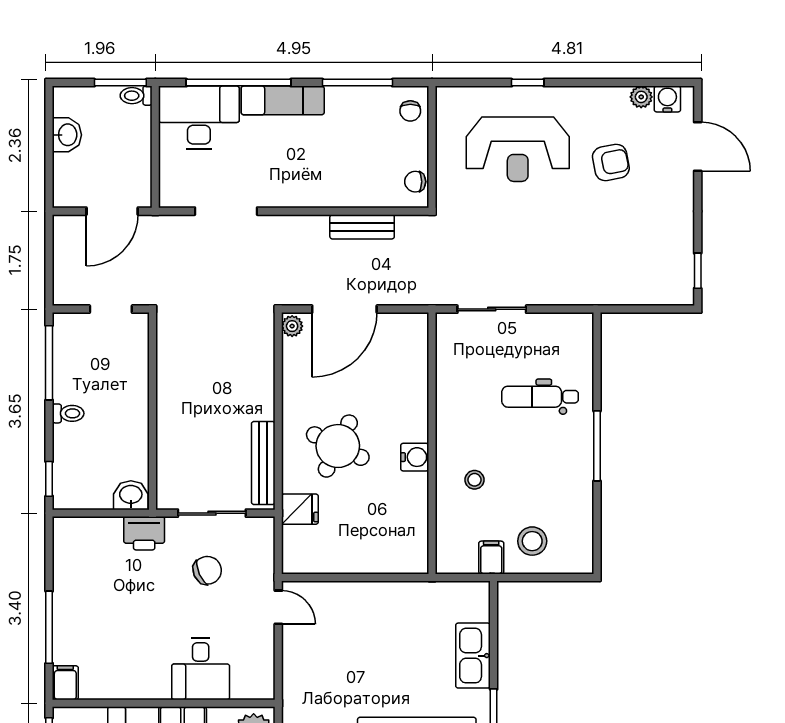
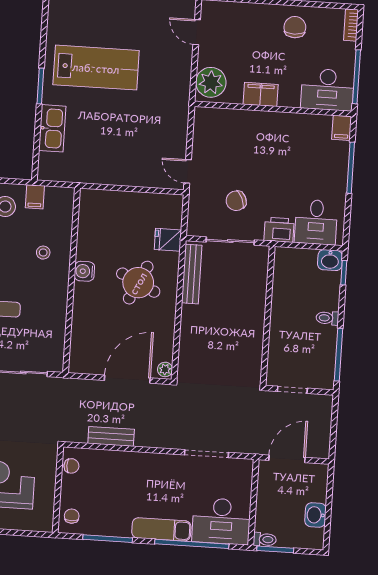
washbasin: (131, 495) -> (330, 260), moved
desk: (201, 669) -> (316, 222), moved, turned 180

